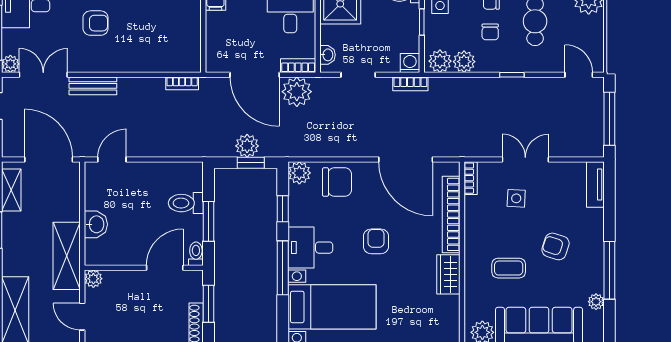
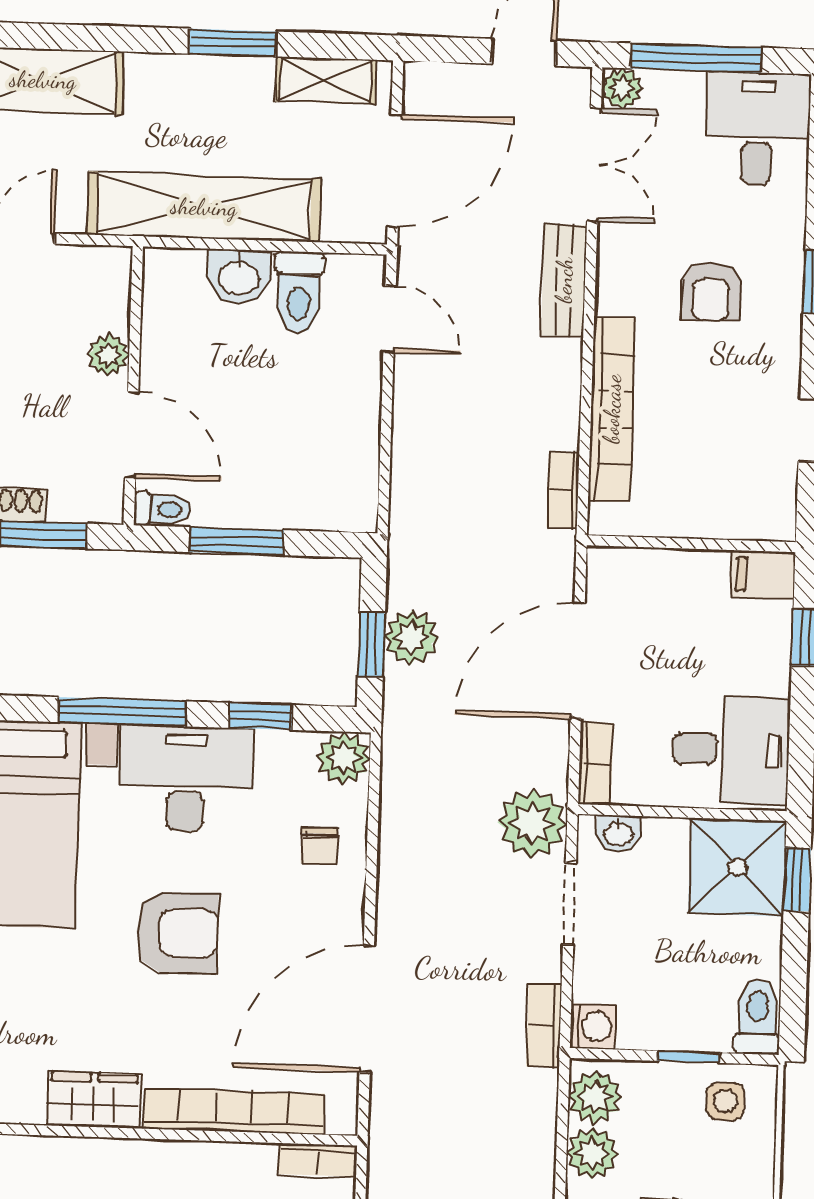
bookcase: (147, 64) -> (612, 409), added
plant: (297, 92) -> (532, 823), moved
chair: (337, 182) -> (319, 846), width x0.54, depth x0.54
toilet: (186, 203) -> (299, 292), moved, turned 180
armchair: (376, 241) -> (177, 933), width x1.38, depth x1.38
desk: (310, 248) -> (186, 779), width x1.37
shelving: (67, 256) -> (204, 207), width x1.47
plant: (93, 279) -> (108, 355), moved

